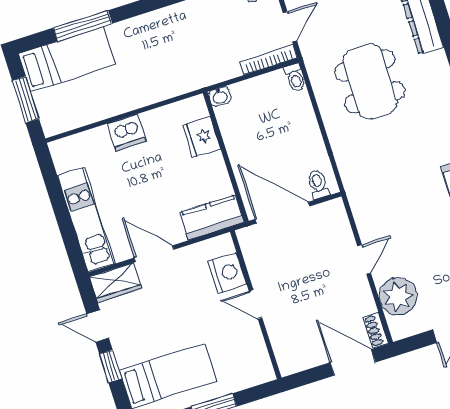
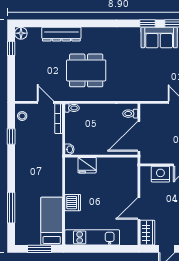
bed: (67, 59) -> (52, 221), moved
kitchen counter: (212, 217) -> (130, 173), removed
kitchen unit: (86, 219) -> (92, 237), moved

